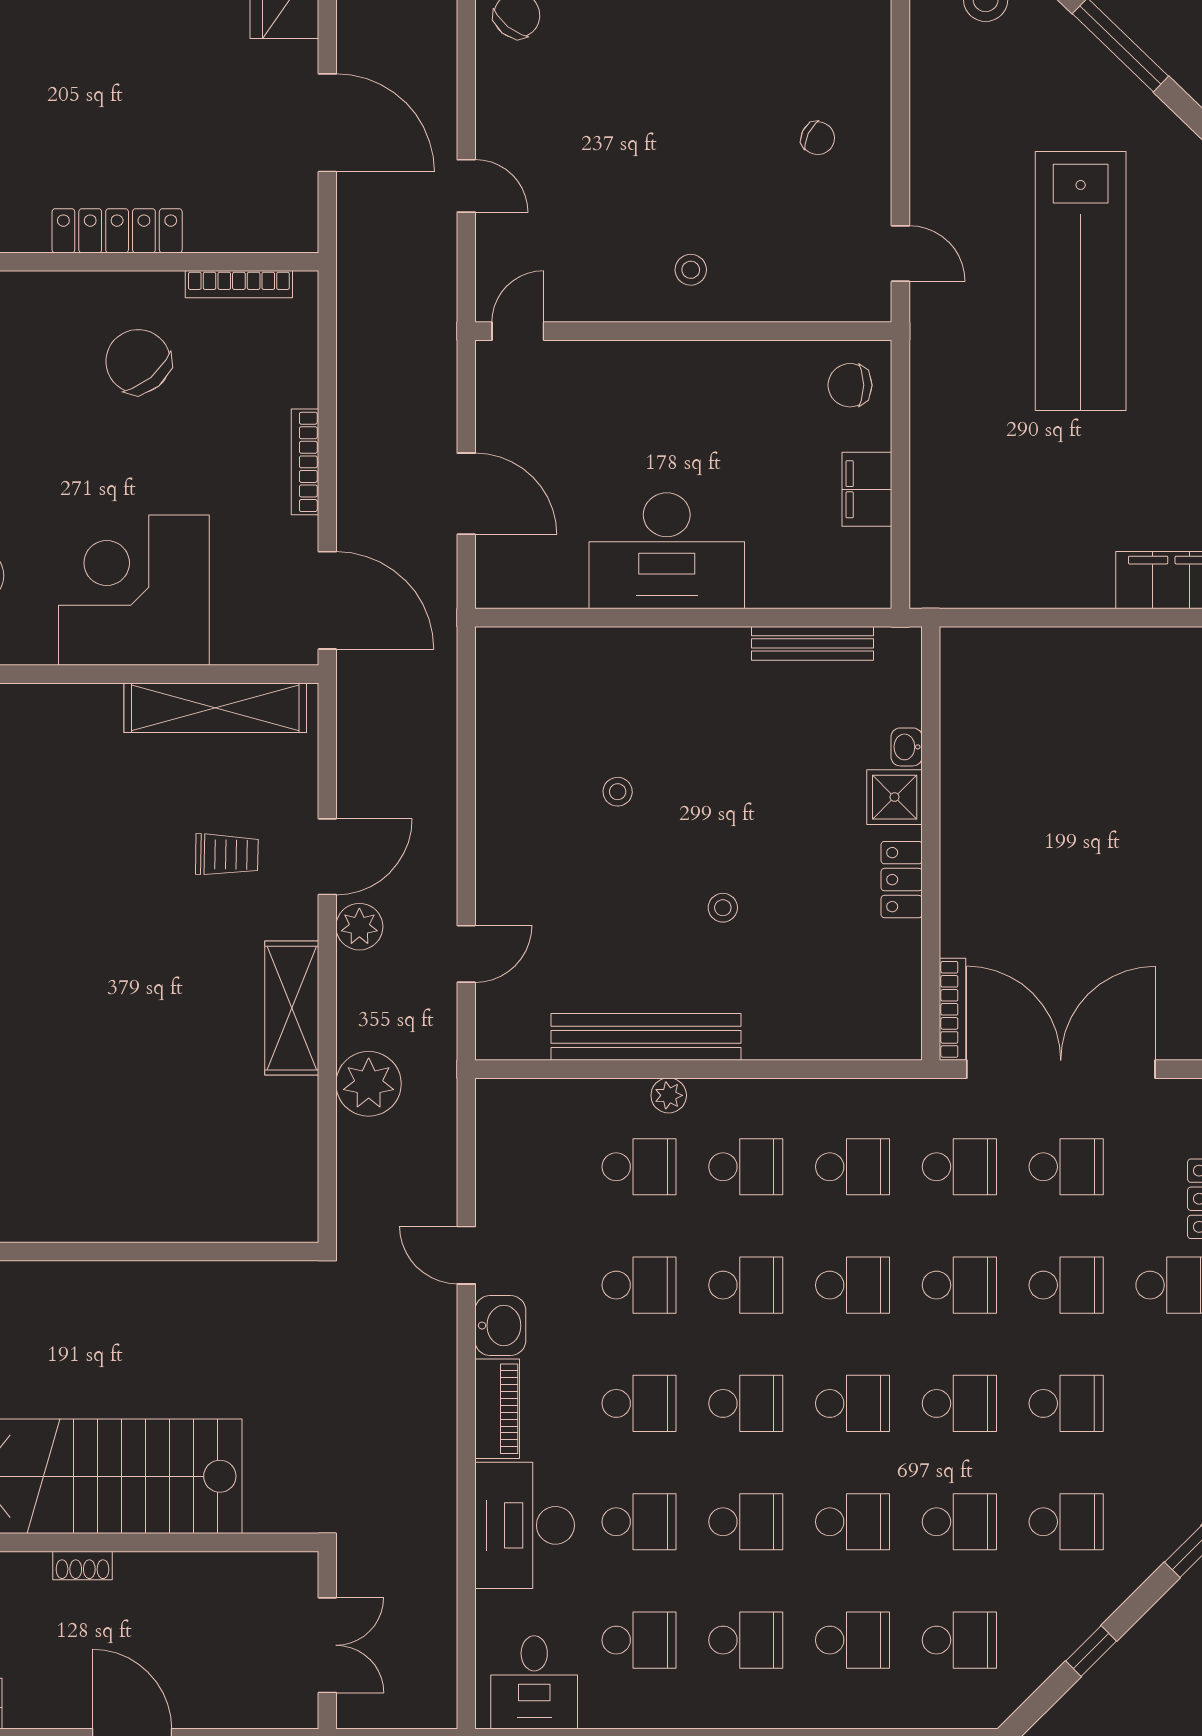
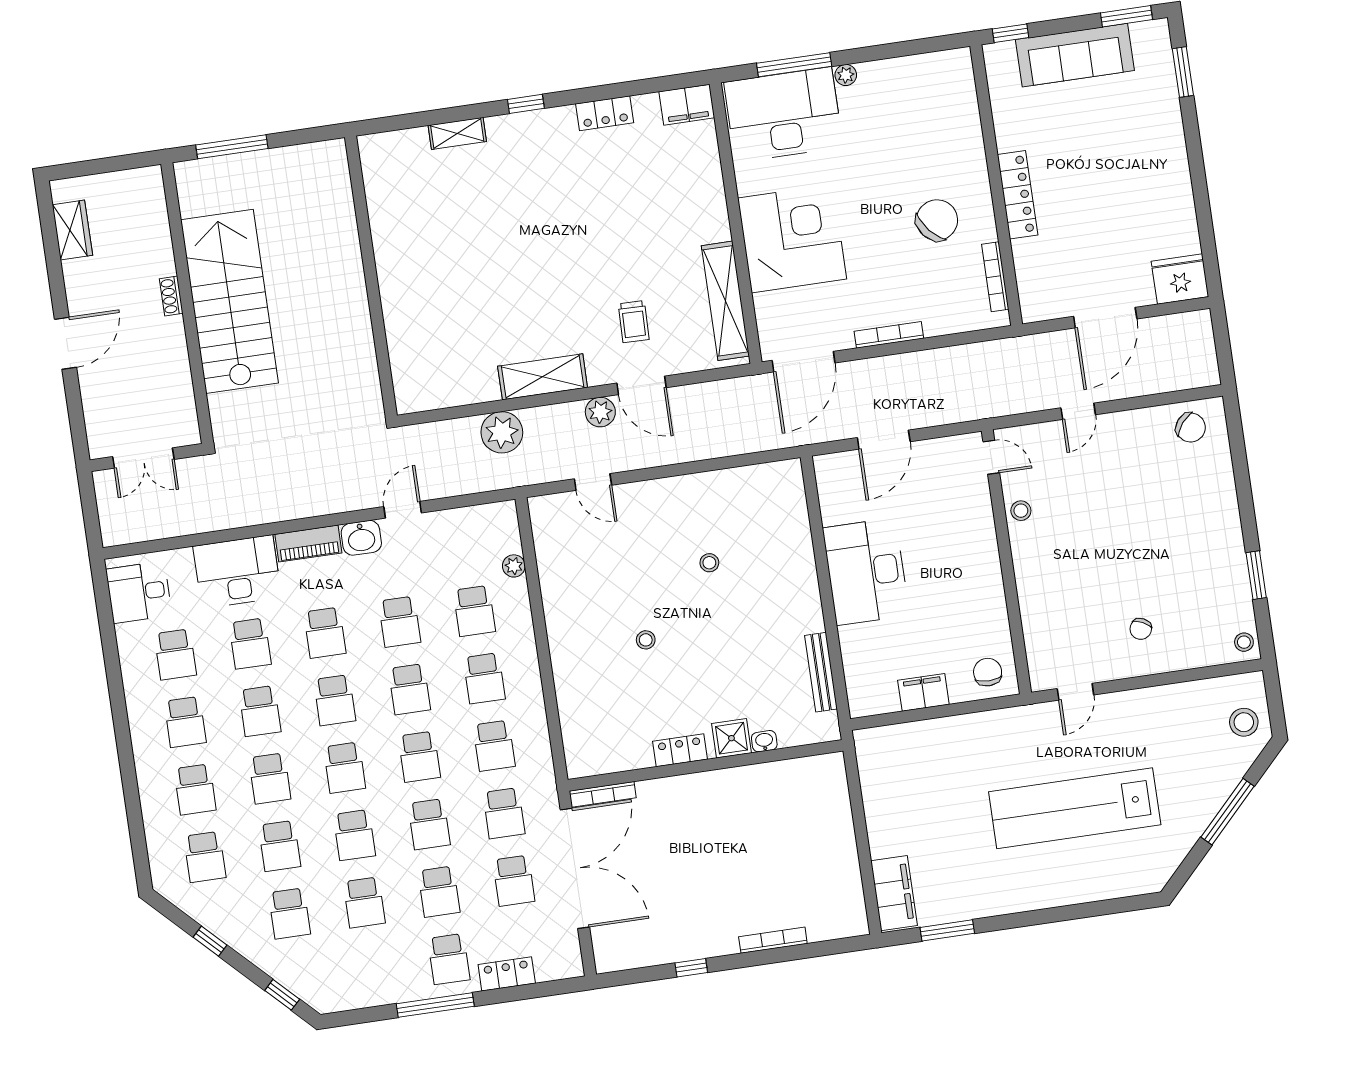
stool: (691, 270) -> (1021, 511), moved
bench: (646, 1037) -> (557, 603), removed
plant: (669, 1095) -> (514, 566), moved

